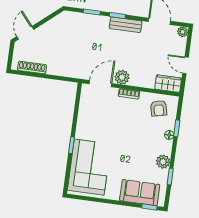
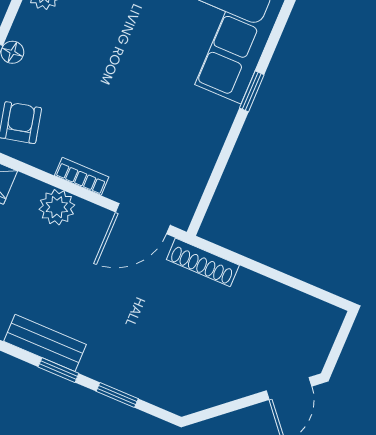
shoe rack: (32, 67) -> (203, 262), moved
plant: (122, 77) -> (57, 207), moved

